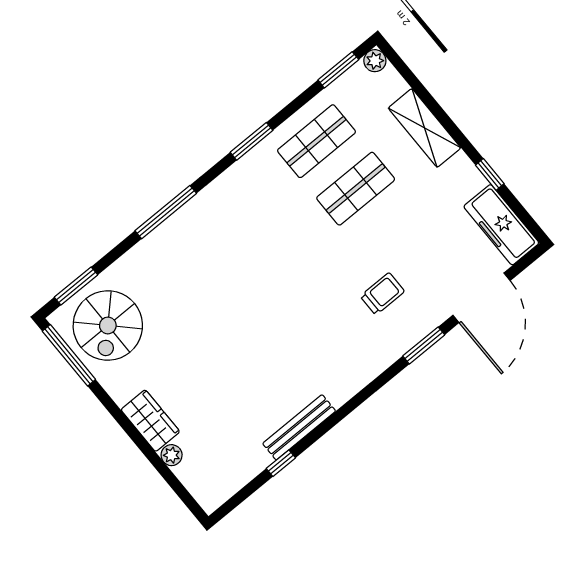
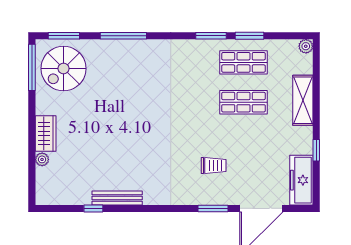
window: (338, 70) -> (250, 36), moved
window: (166, 212) -> (123, 36), moved

